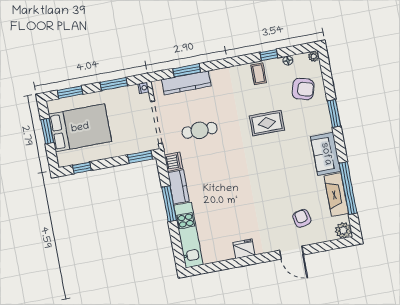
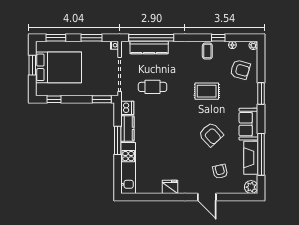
window: (187, 70) -> (151, 38), width x2.11
armchair: (282, 175) -> (211, 134), added

